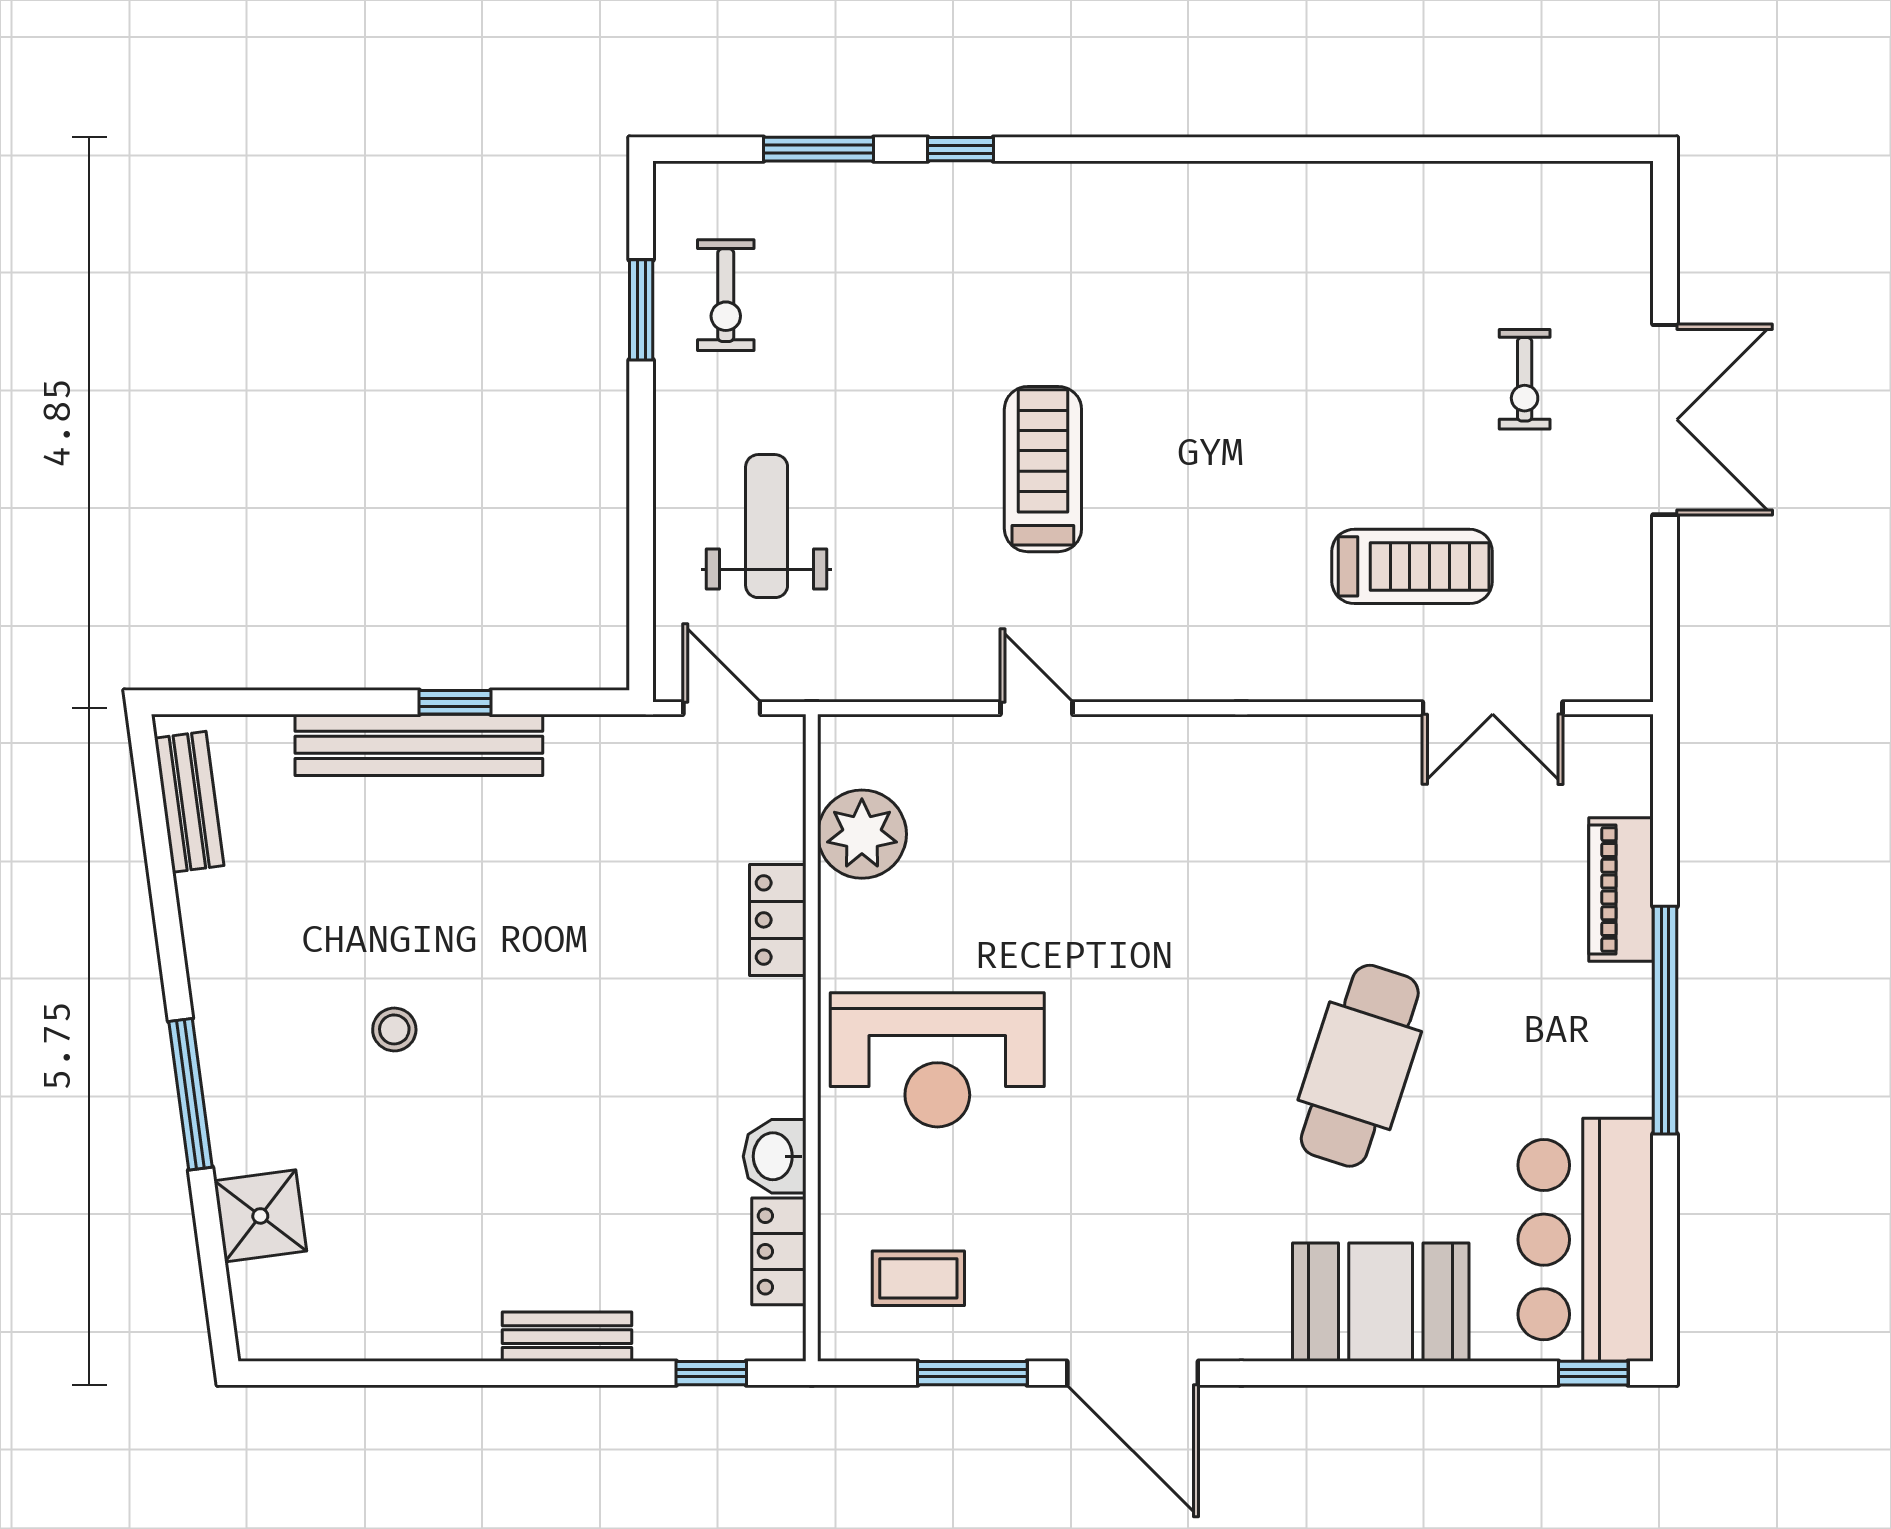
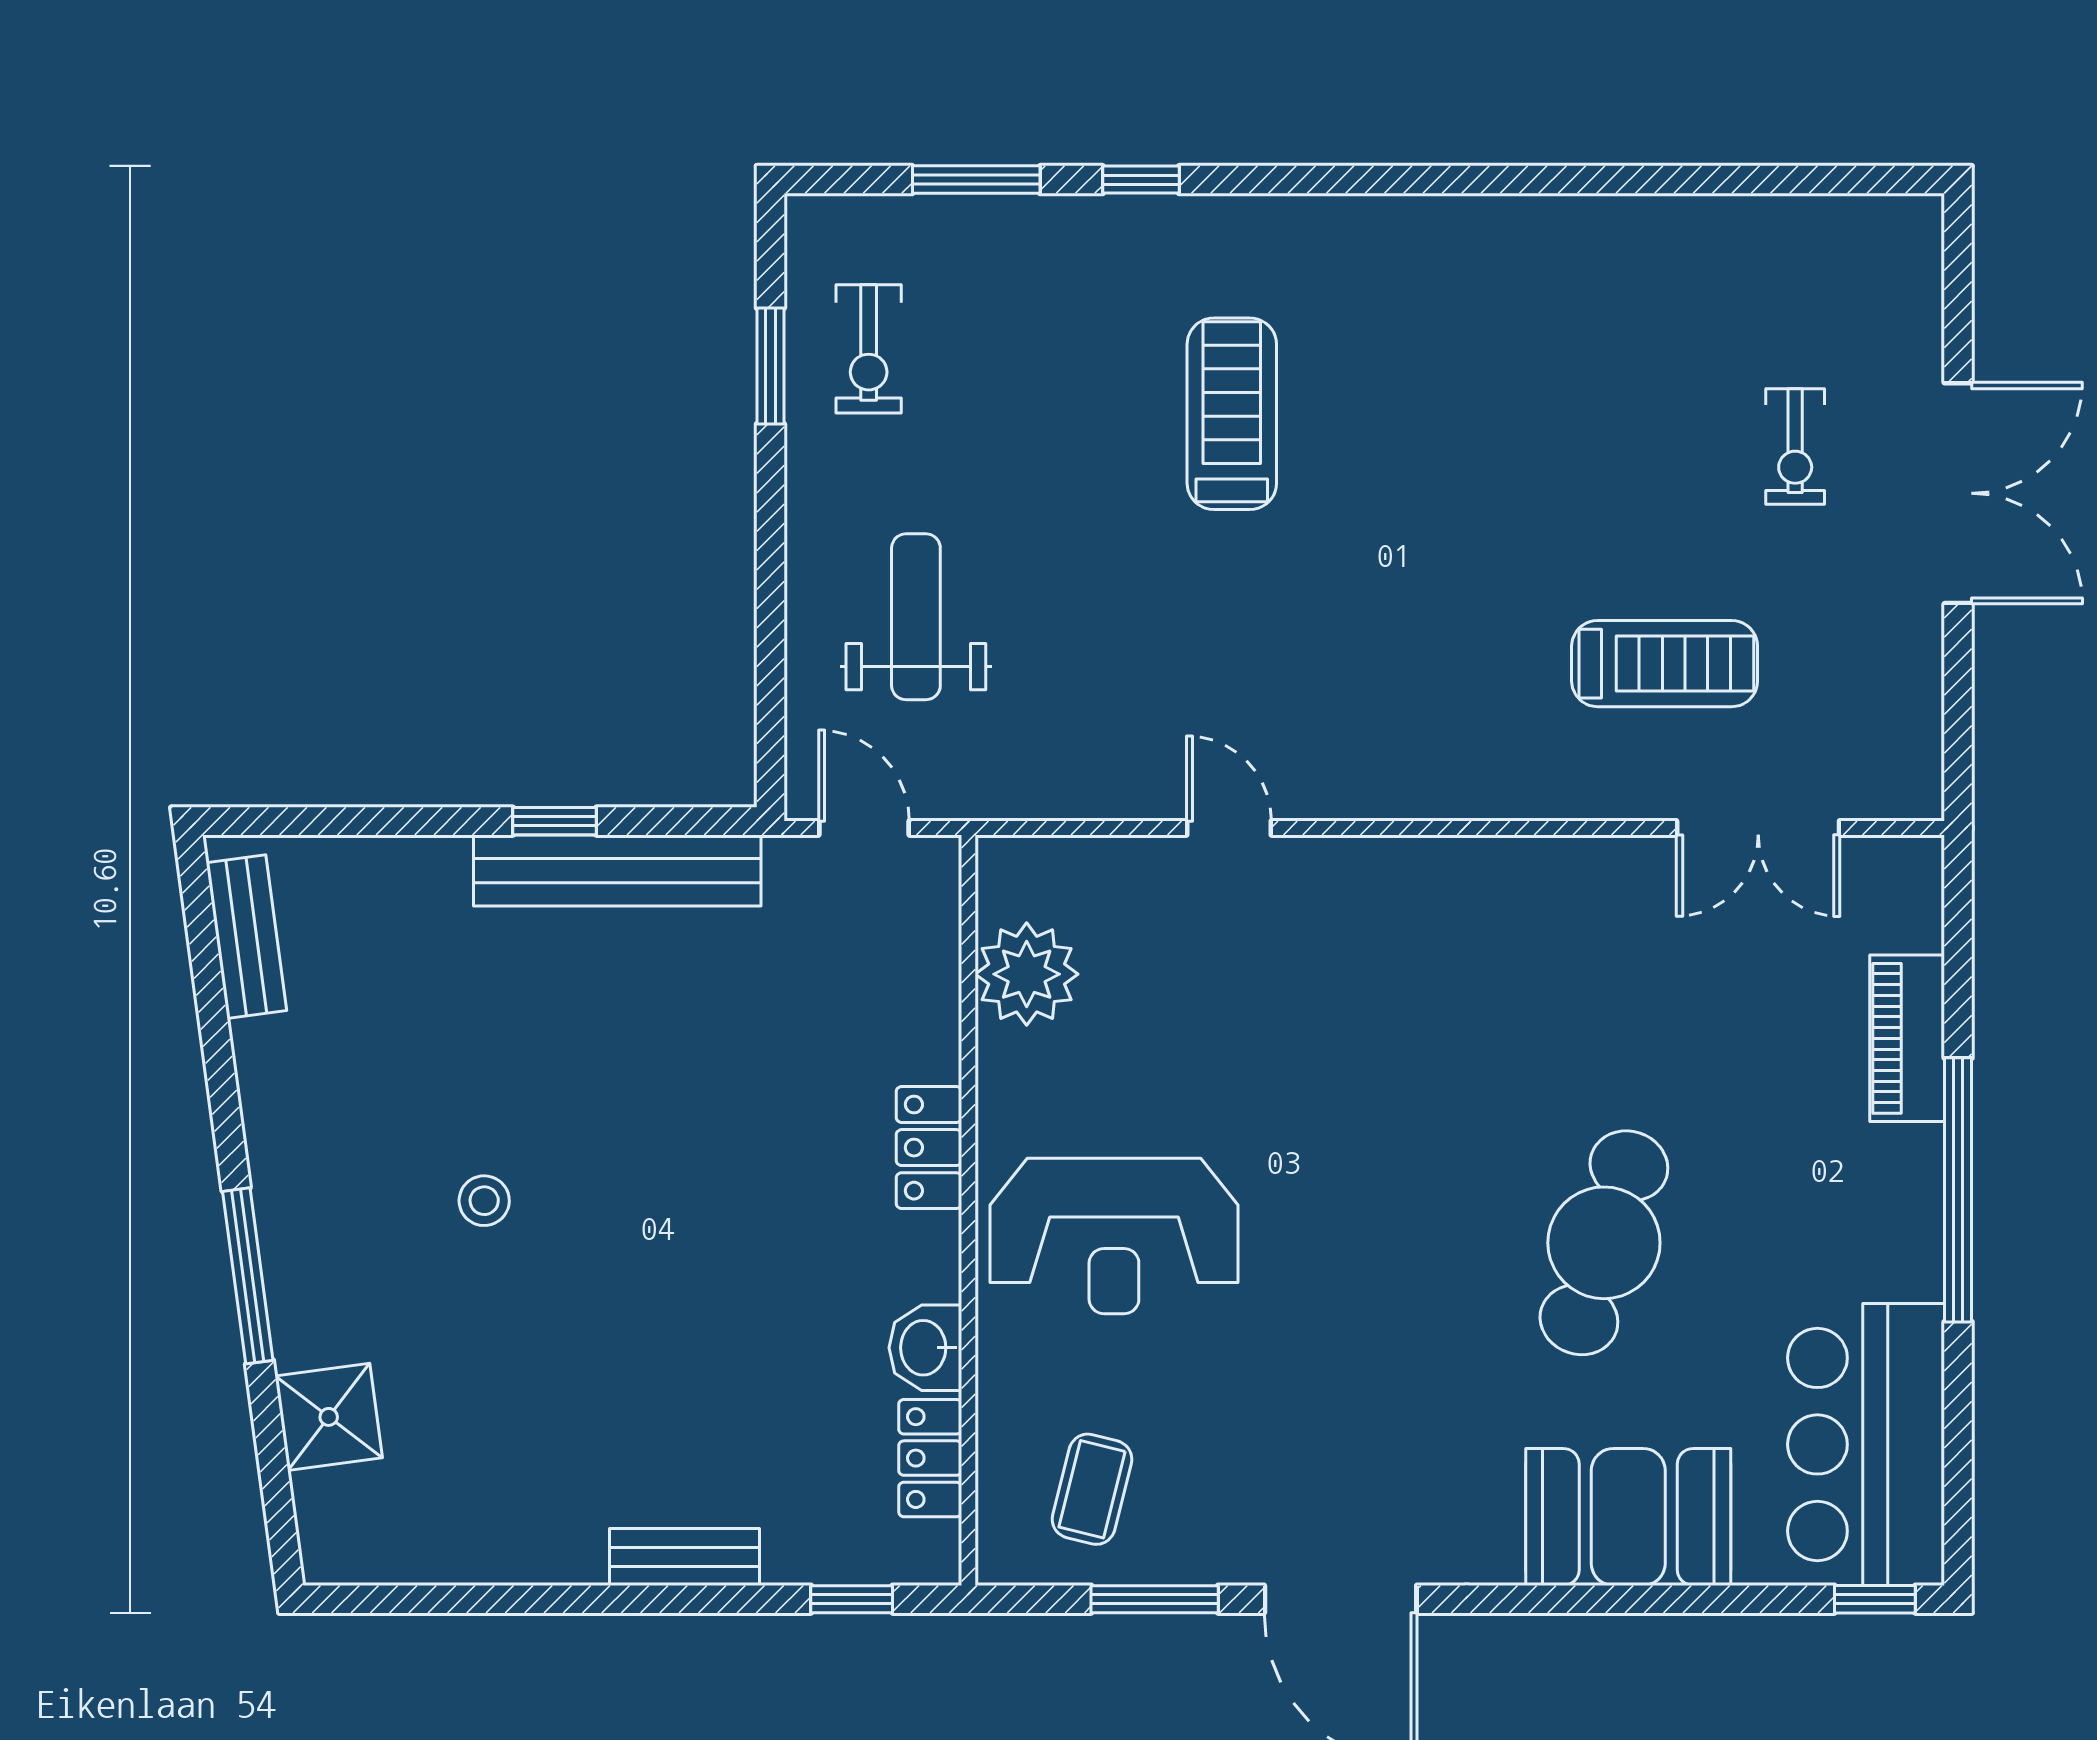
treadmill: (1043, 469) -> (1232, 414), moved
bench: (419, 745) -> (617, 870), moved
locker: (778, 920) -> (929, 1148), moved
coffee table: (918, 1278) -> (1092, 1489), turned -76

